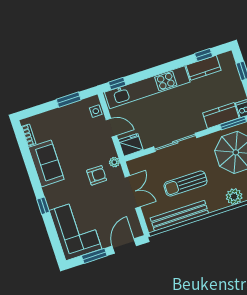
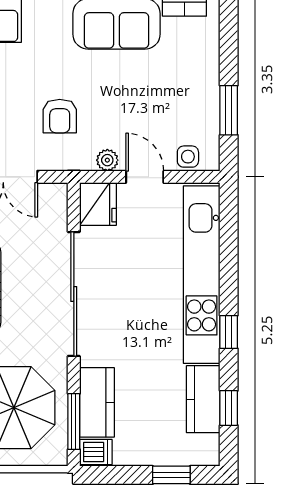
window: (117, 84) -> (229, 332), moved
door: (111, 128) -> (145, 177), swing flipped
sliding door: (175, 142) -> (74, 294), width x1.36
plant: (114, 162) -> (107, 160), moved

